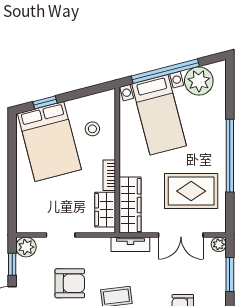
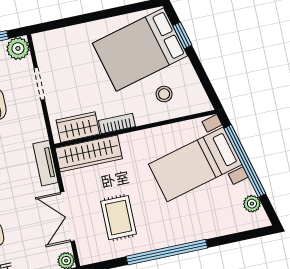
plant: (199, 81) -> (252, 204), width x0.53, depth x0.53
rug: (191, 191) -> (119, 218), width x0.73, depth x0.70

